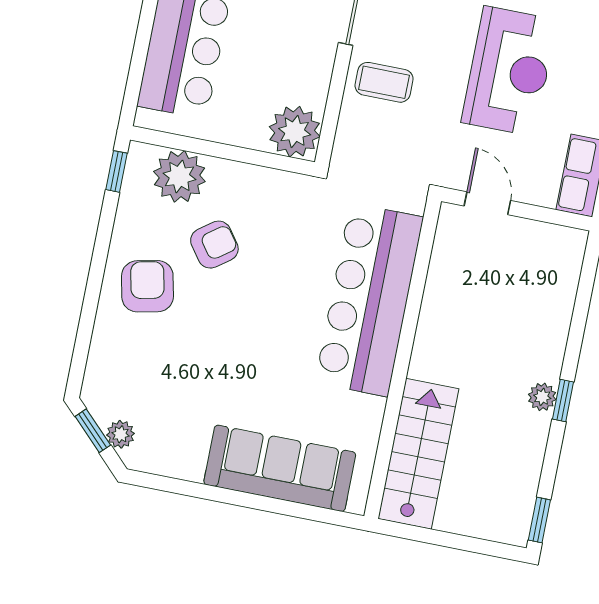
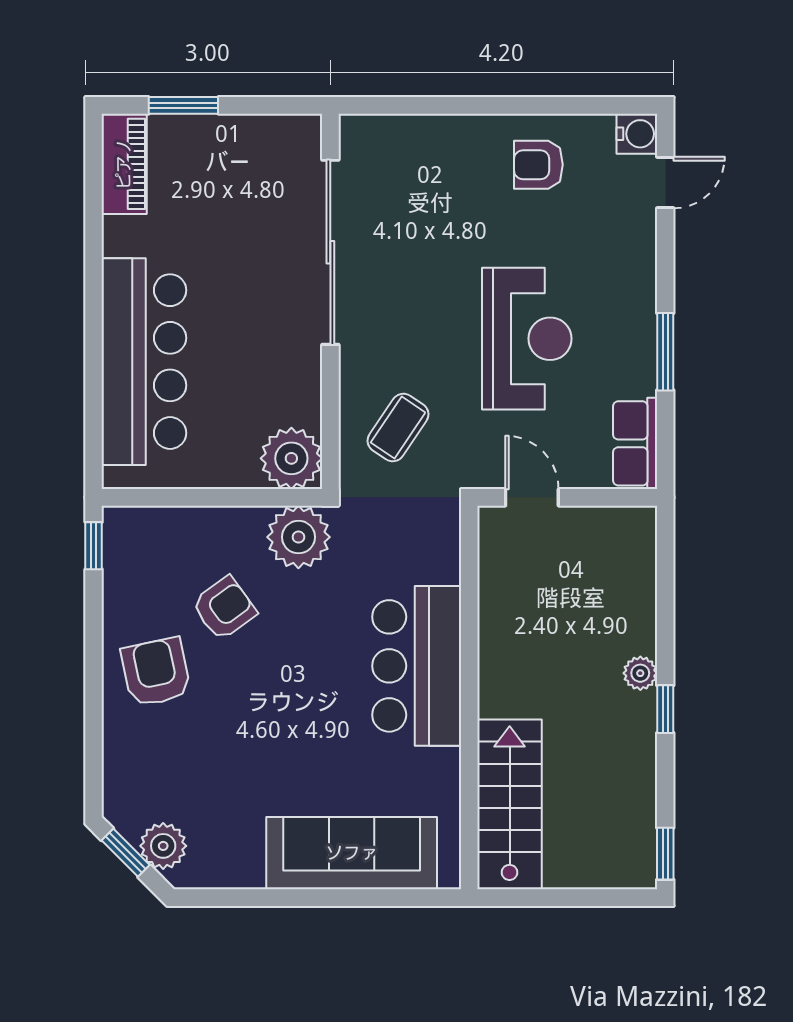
coffee table: (384, 82) -> (398, 428), moved, turned -56
plant: (179, 176) -> (298, 537), moved
bar counter: (369, 300) -> (417, 666), width x0.73
plant: (542, 397) -> (640, 673), moved
plant: (121, 434) -> (163, 846), width x1.38, depth x1.38

